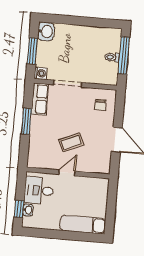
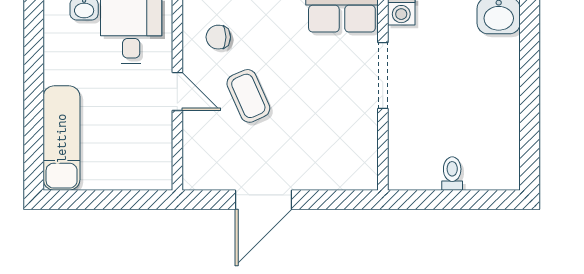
window: (124, 56) -> (458, 200), removed
chair: (100, 105) -> (218, 37), moved

